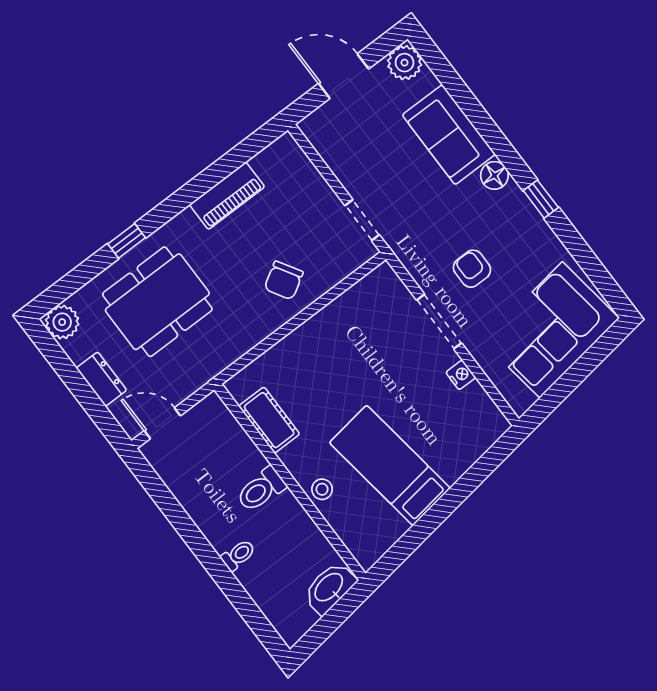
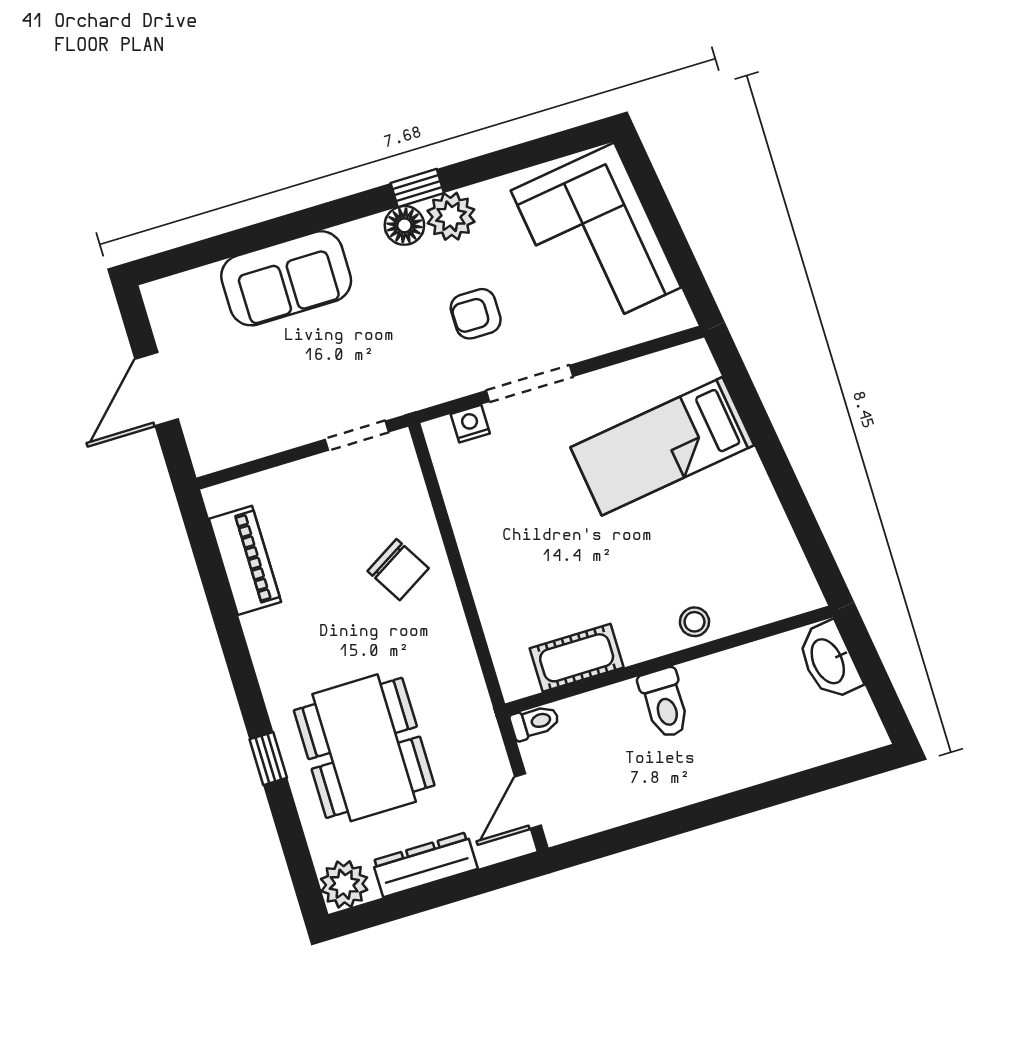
plant: (405, 63) -> (451, 216), moved
floor lamp: (494, 175) -> (404, 225), moved
piano: (227, 196) -> (245, 560), moved
nightstand: (461, 375) -> (470, 424), moved
dresser: (101, 379) -> (425, 865), width x1.44
bed: (390, 465) -> (662, 446), moved
toilet: (238, 555) -> (535, 722), moved, turned 90

